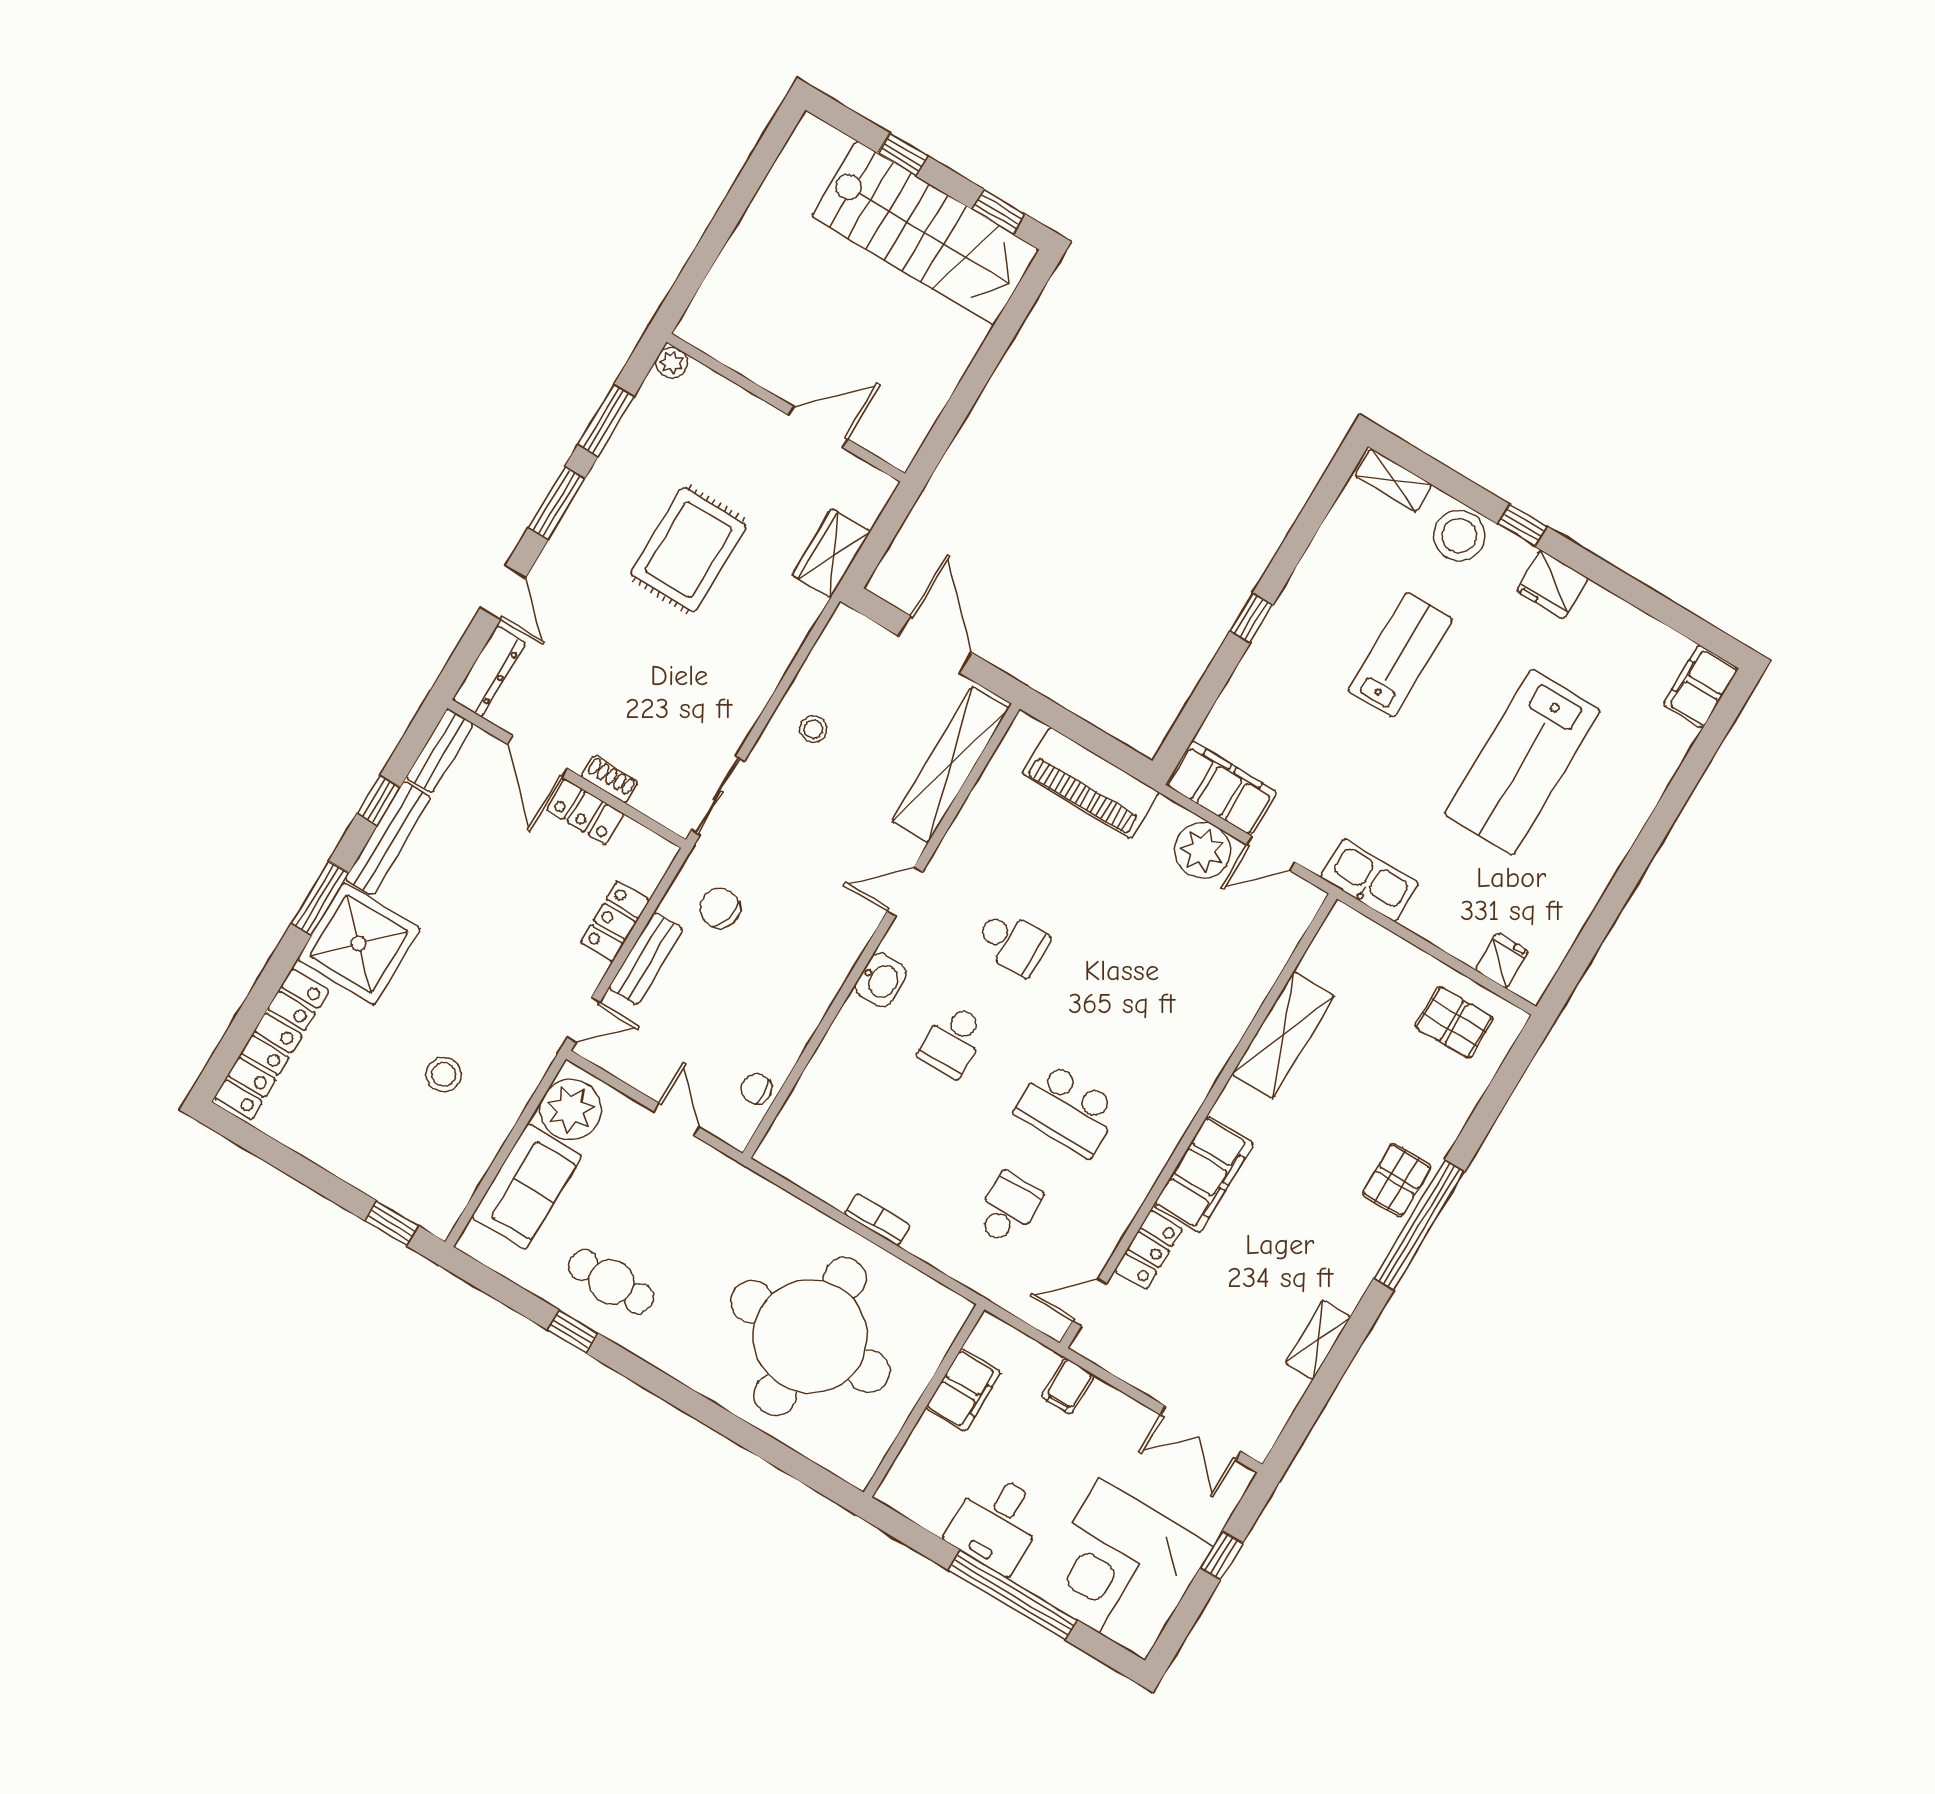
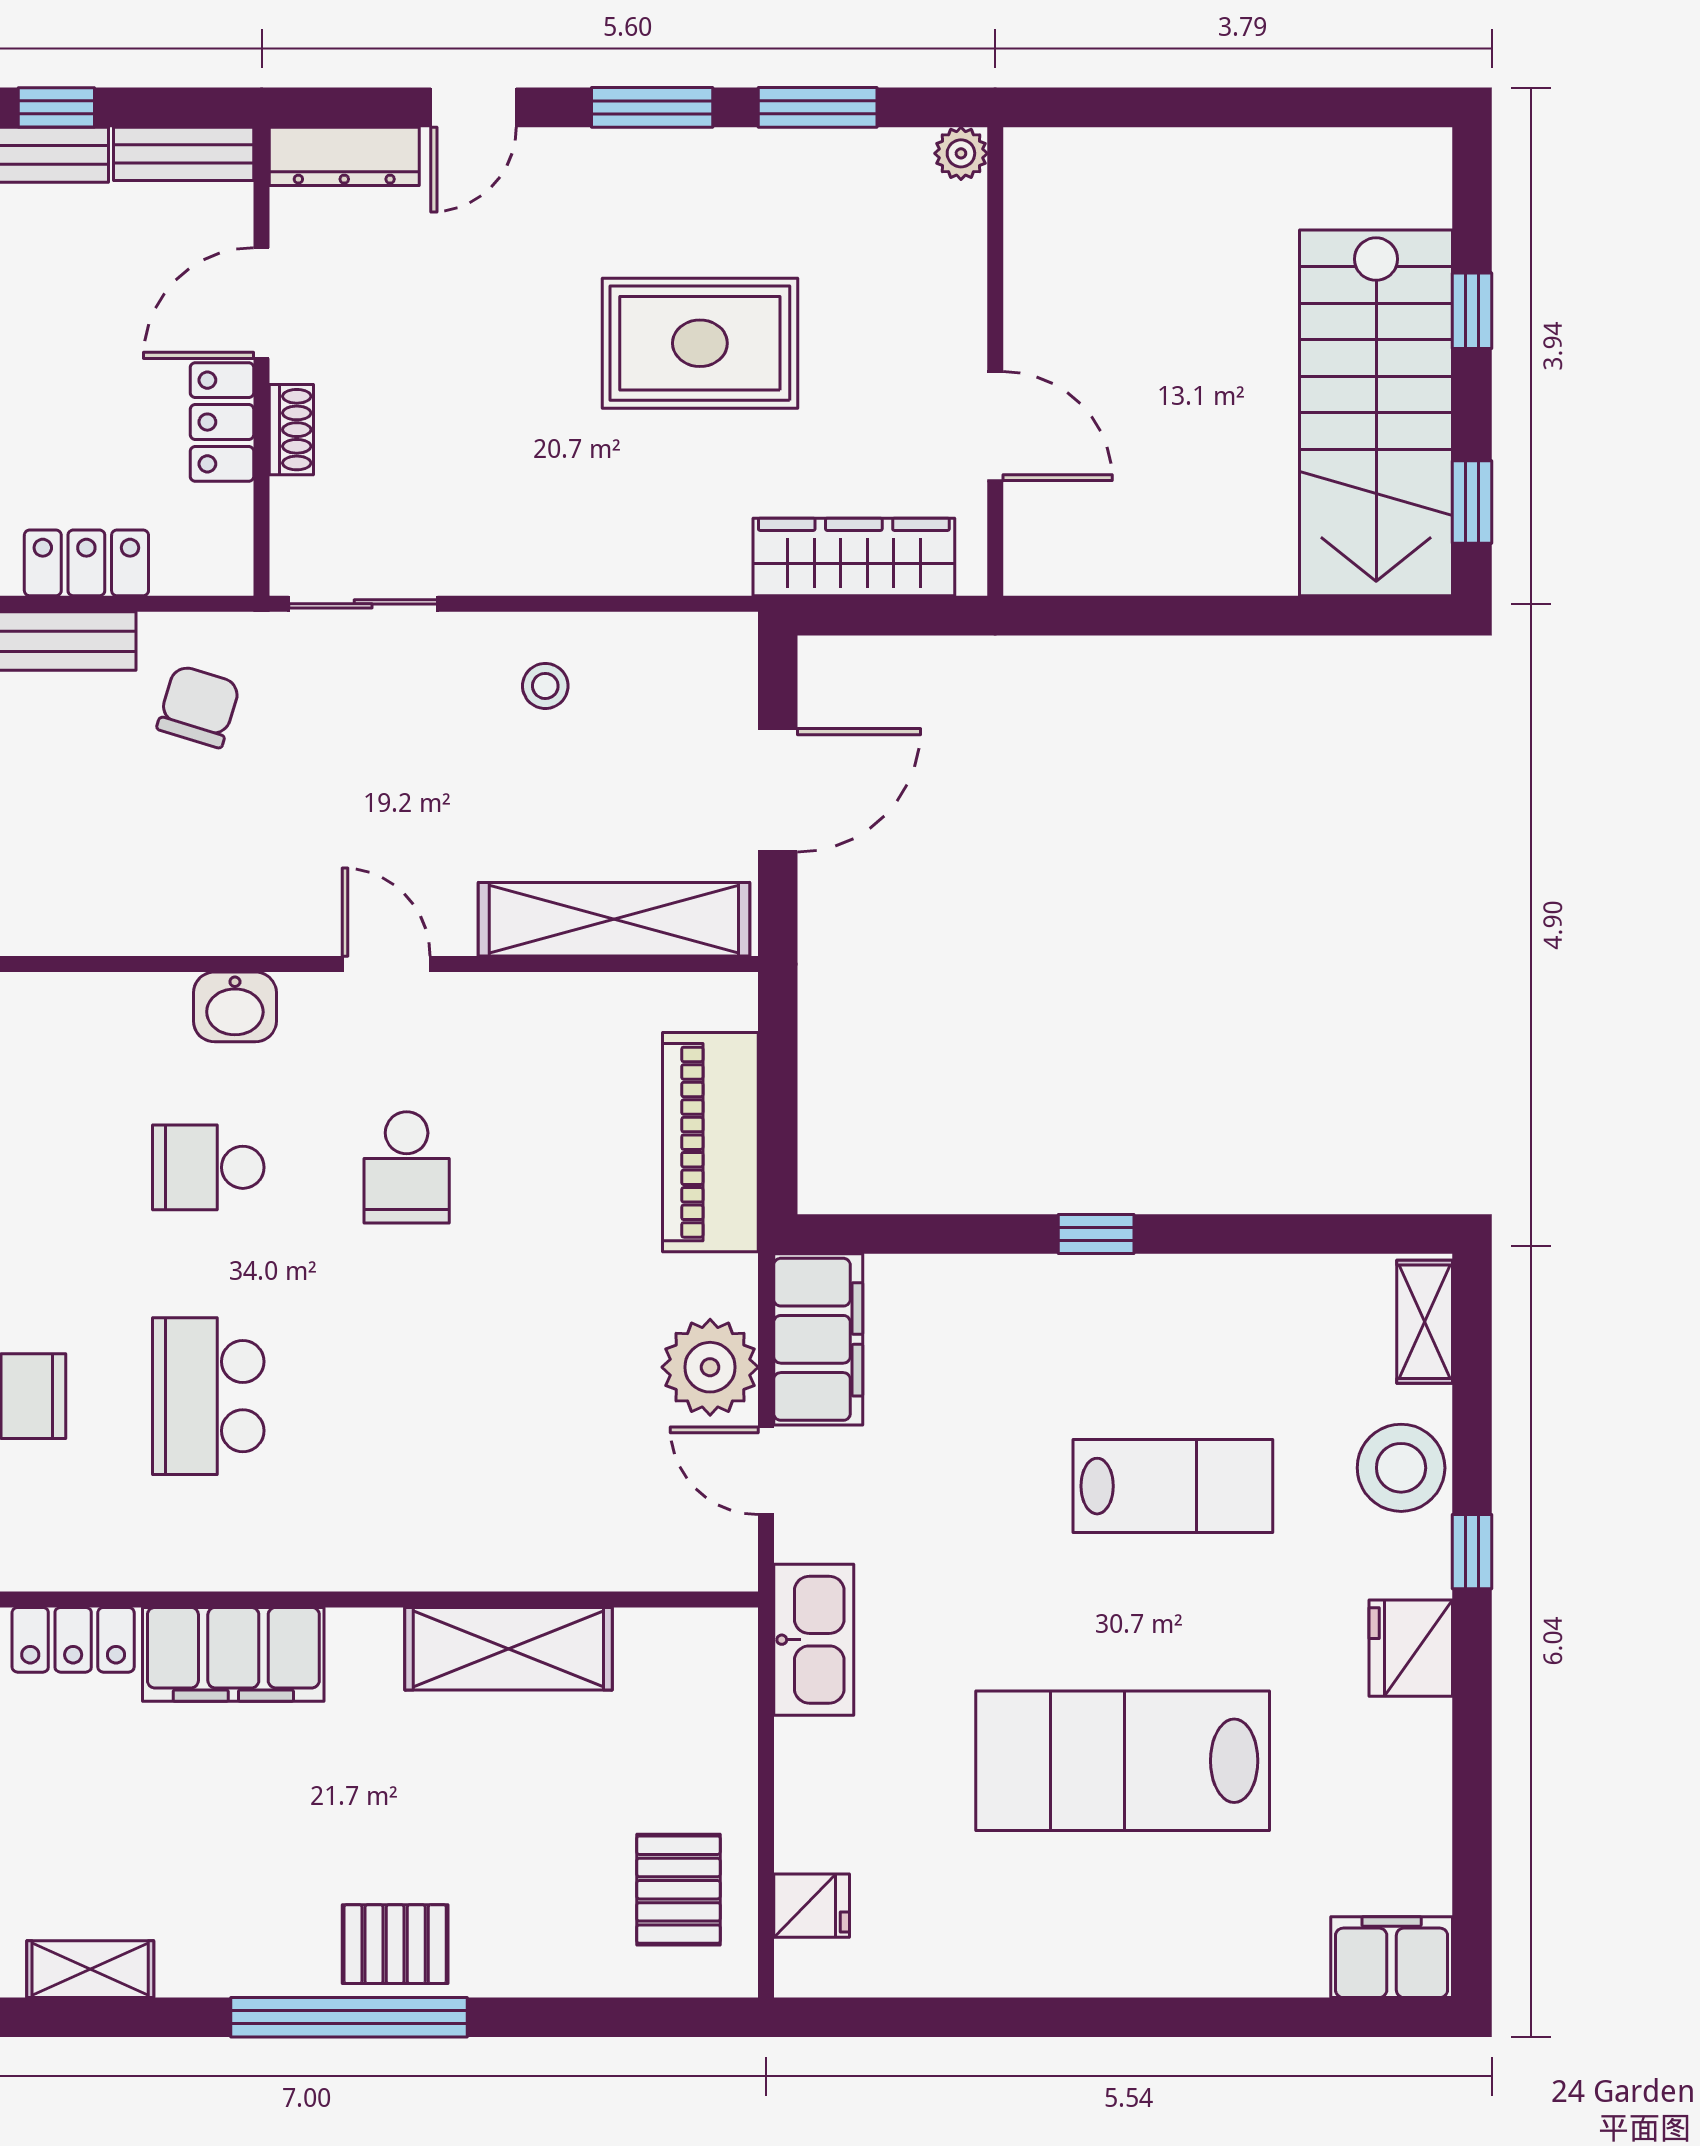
wardrobe: (831, 553) -> (854, 557), width x1.50

